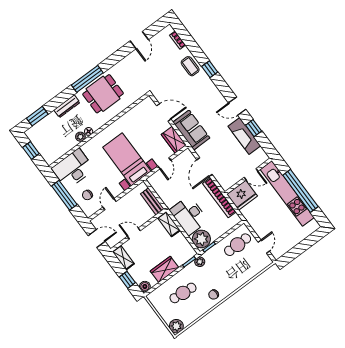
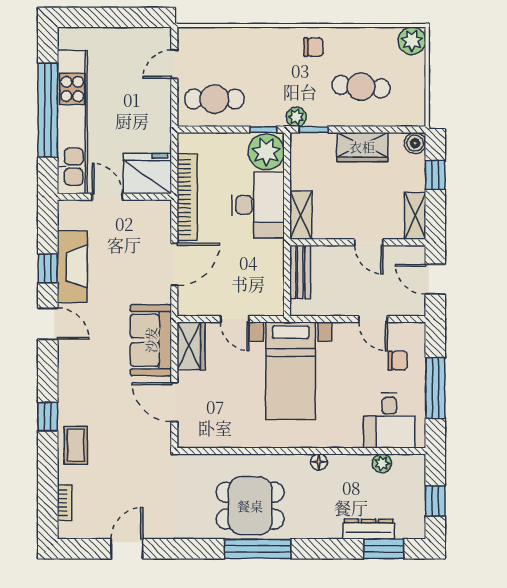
dresser: (67, 106) -> (369, 529), moved
plant: (80, 137) -> (382, 463), moved
door: (164, 163) -> (235, 319), swing flipped
desk: (73, 169) -> (389, 421), width x0.73
door: (109, 204) -> (373, 319), hinge flipped

